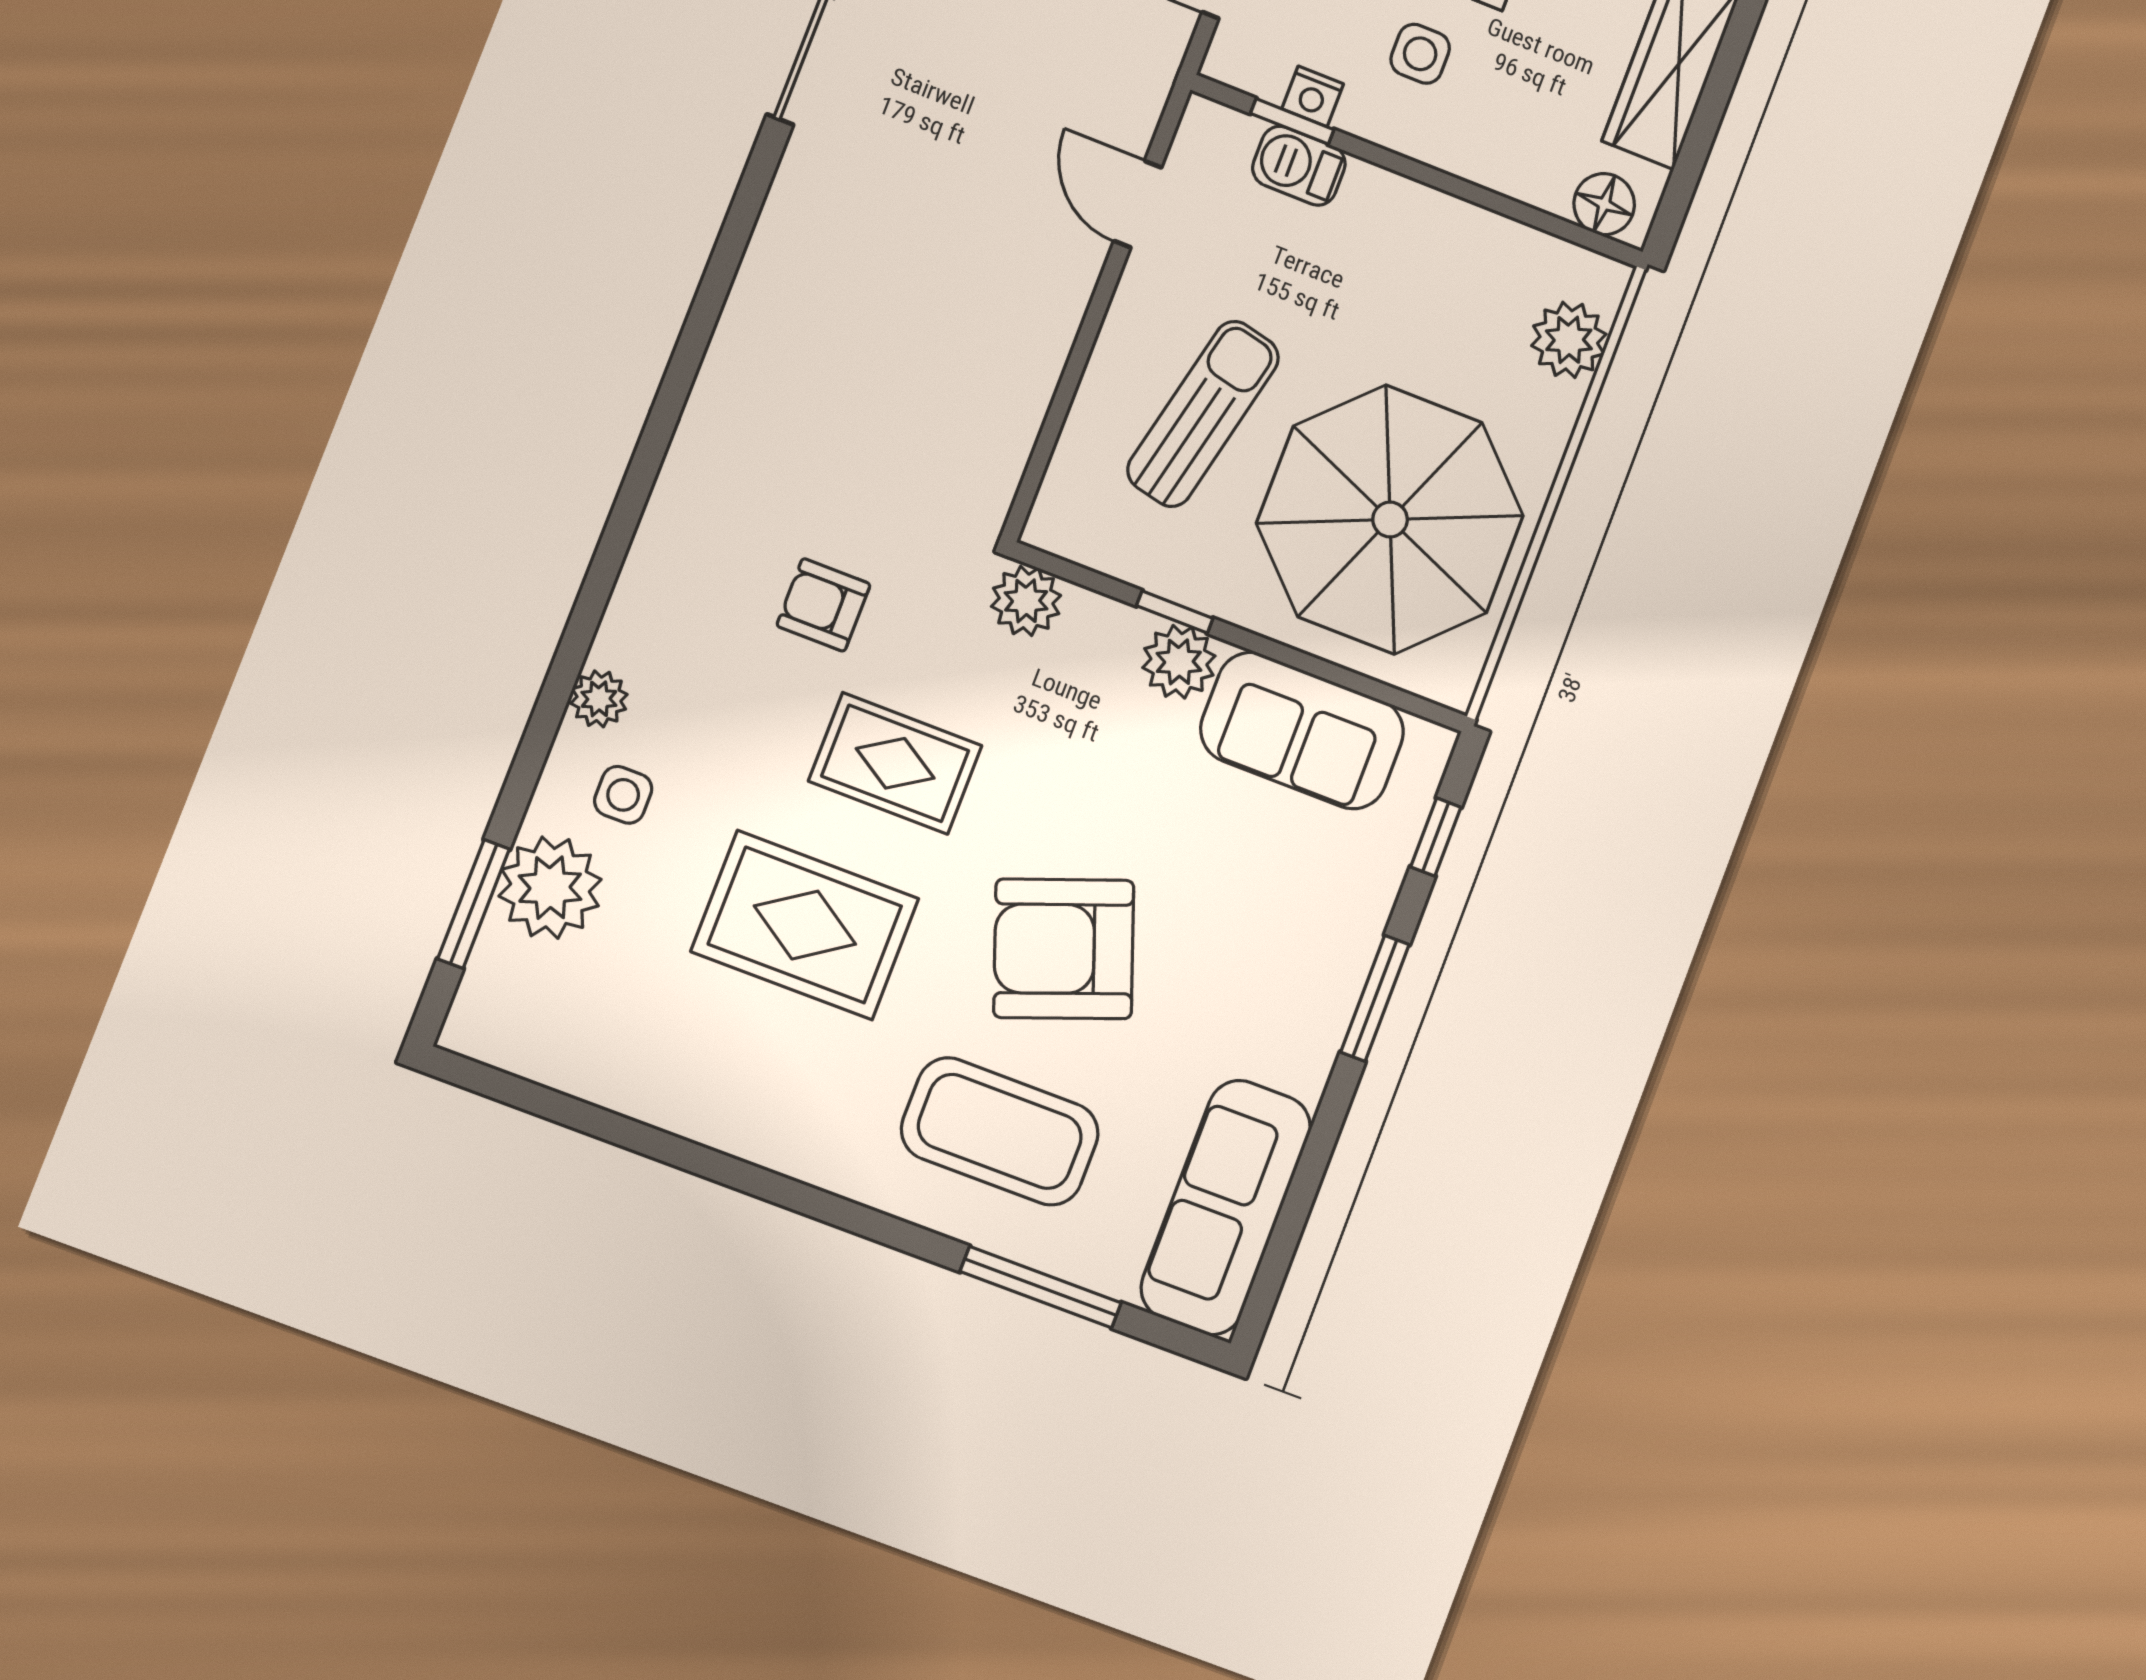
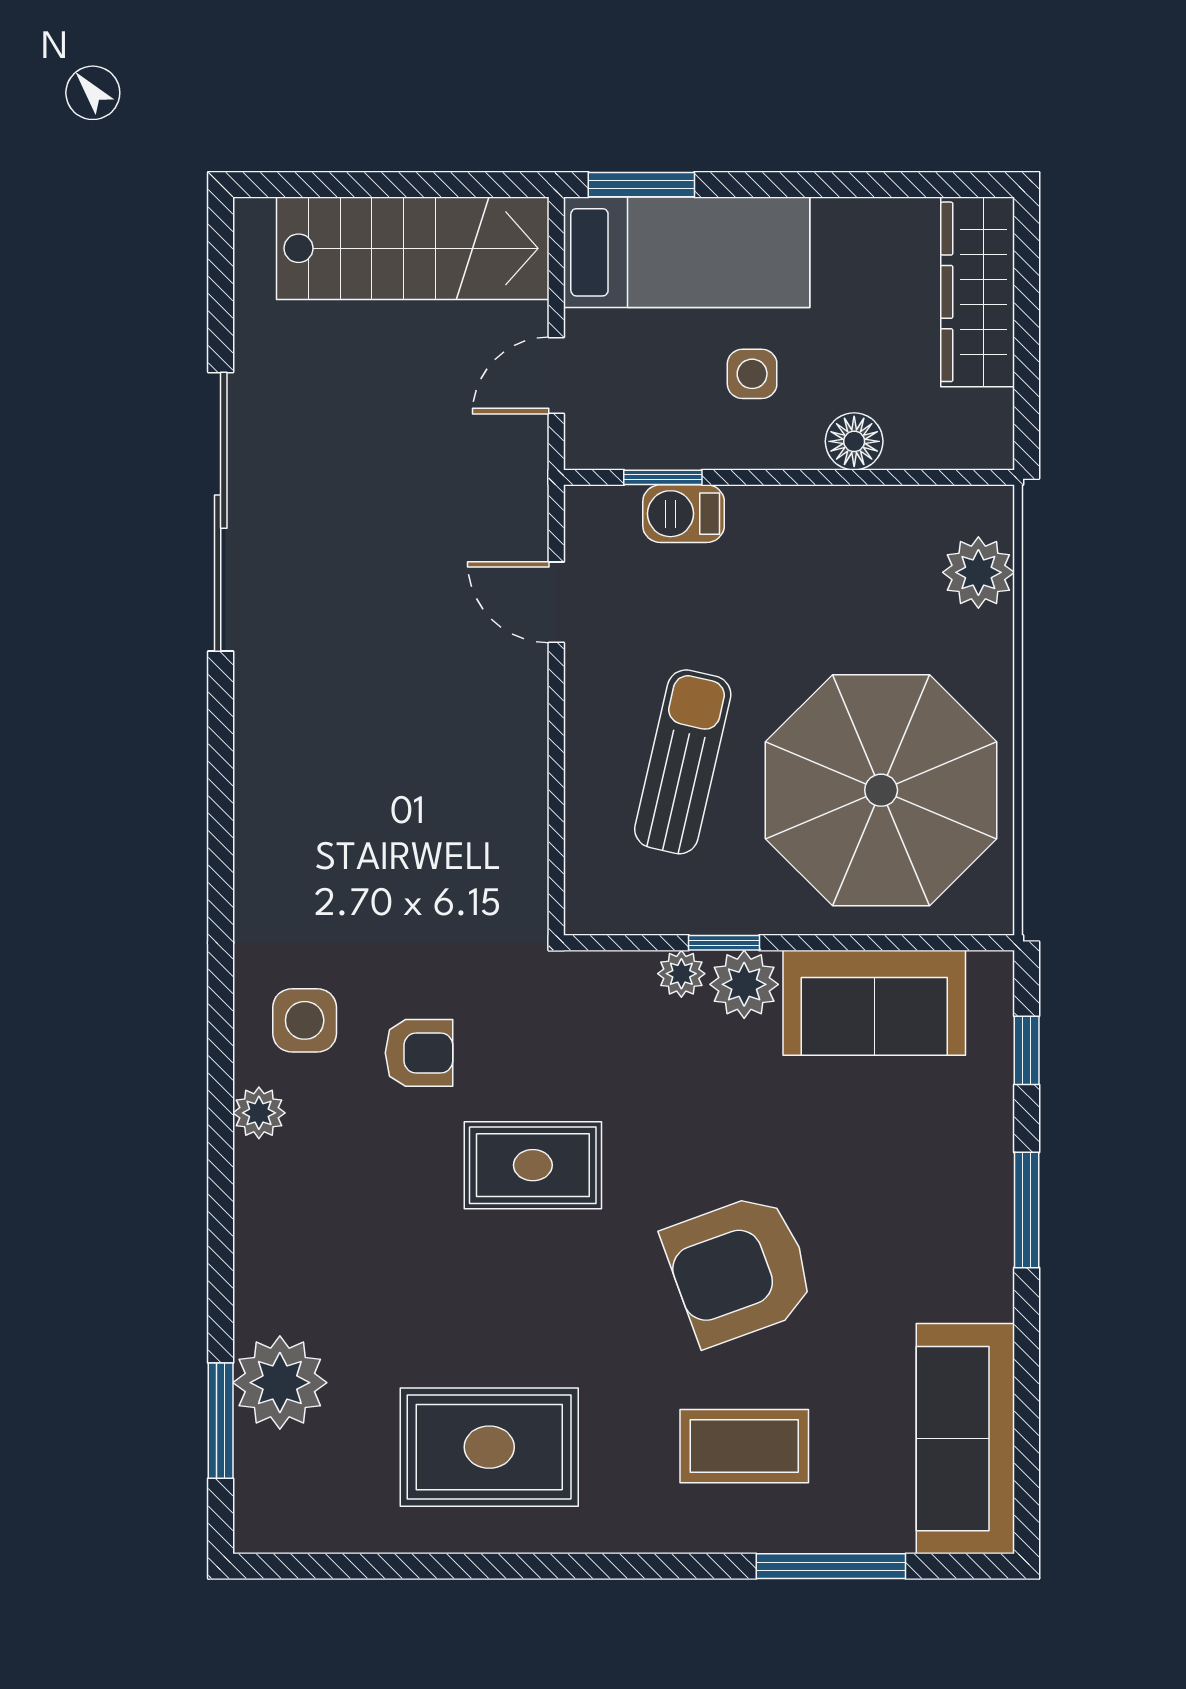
nightstand: (1313, 96) -> (672, 448), removed
floor lamp: (1604, 204) -> (854, 441), moved
plant: (1026, 601) -> (681, 974), moved, width x0.73, depth x0.73
armchair: (823, 605) -> (419, 1053), turned 180
plant: (599, 699) -> (259, 1113), moved
side table: (623, 795) -> (305, 1020), moved, width x1.37, depth x1.37
rug: (805, 925) -> (489, 1447), moved
coffee table: (1000, 1131) -> (744, 1446), width x0.73, depth x0.76

